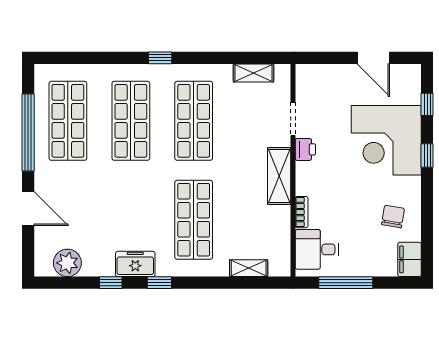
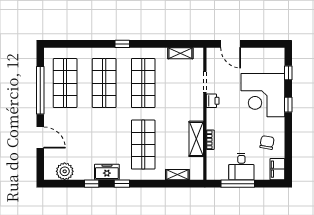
door: (373, 58) -> (231, 44), moved
shelving: (279, 176) -> (196, 139), moved
desk: (317, 249) -> (241, 167), moved, turned -90

